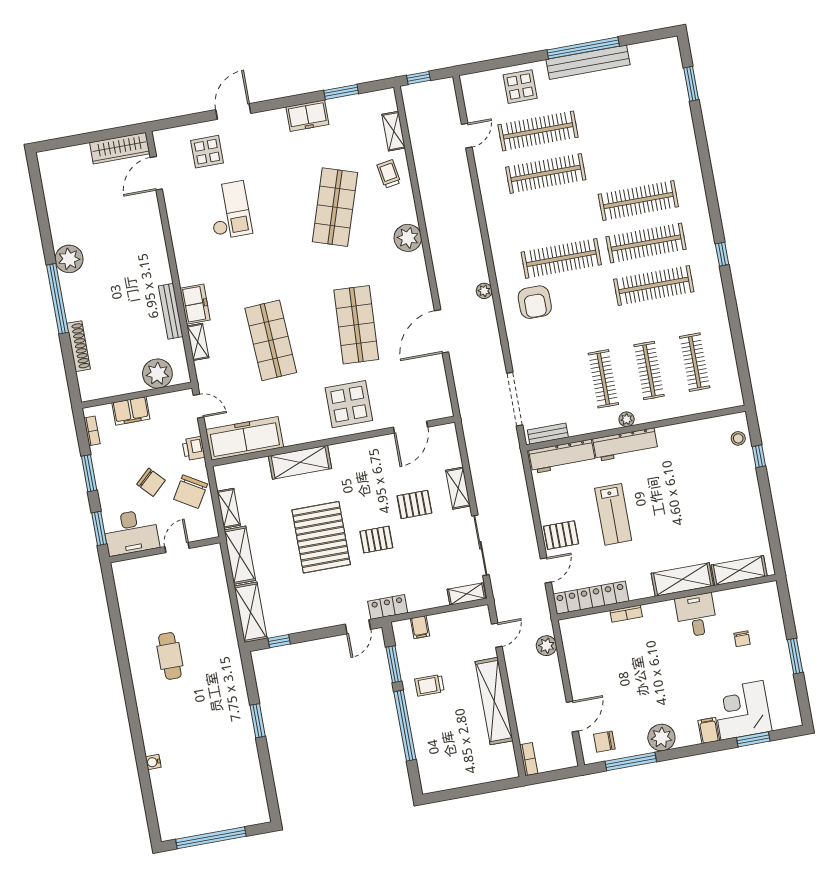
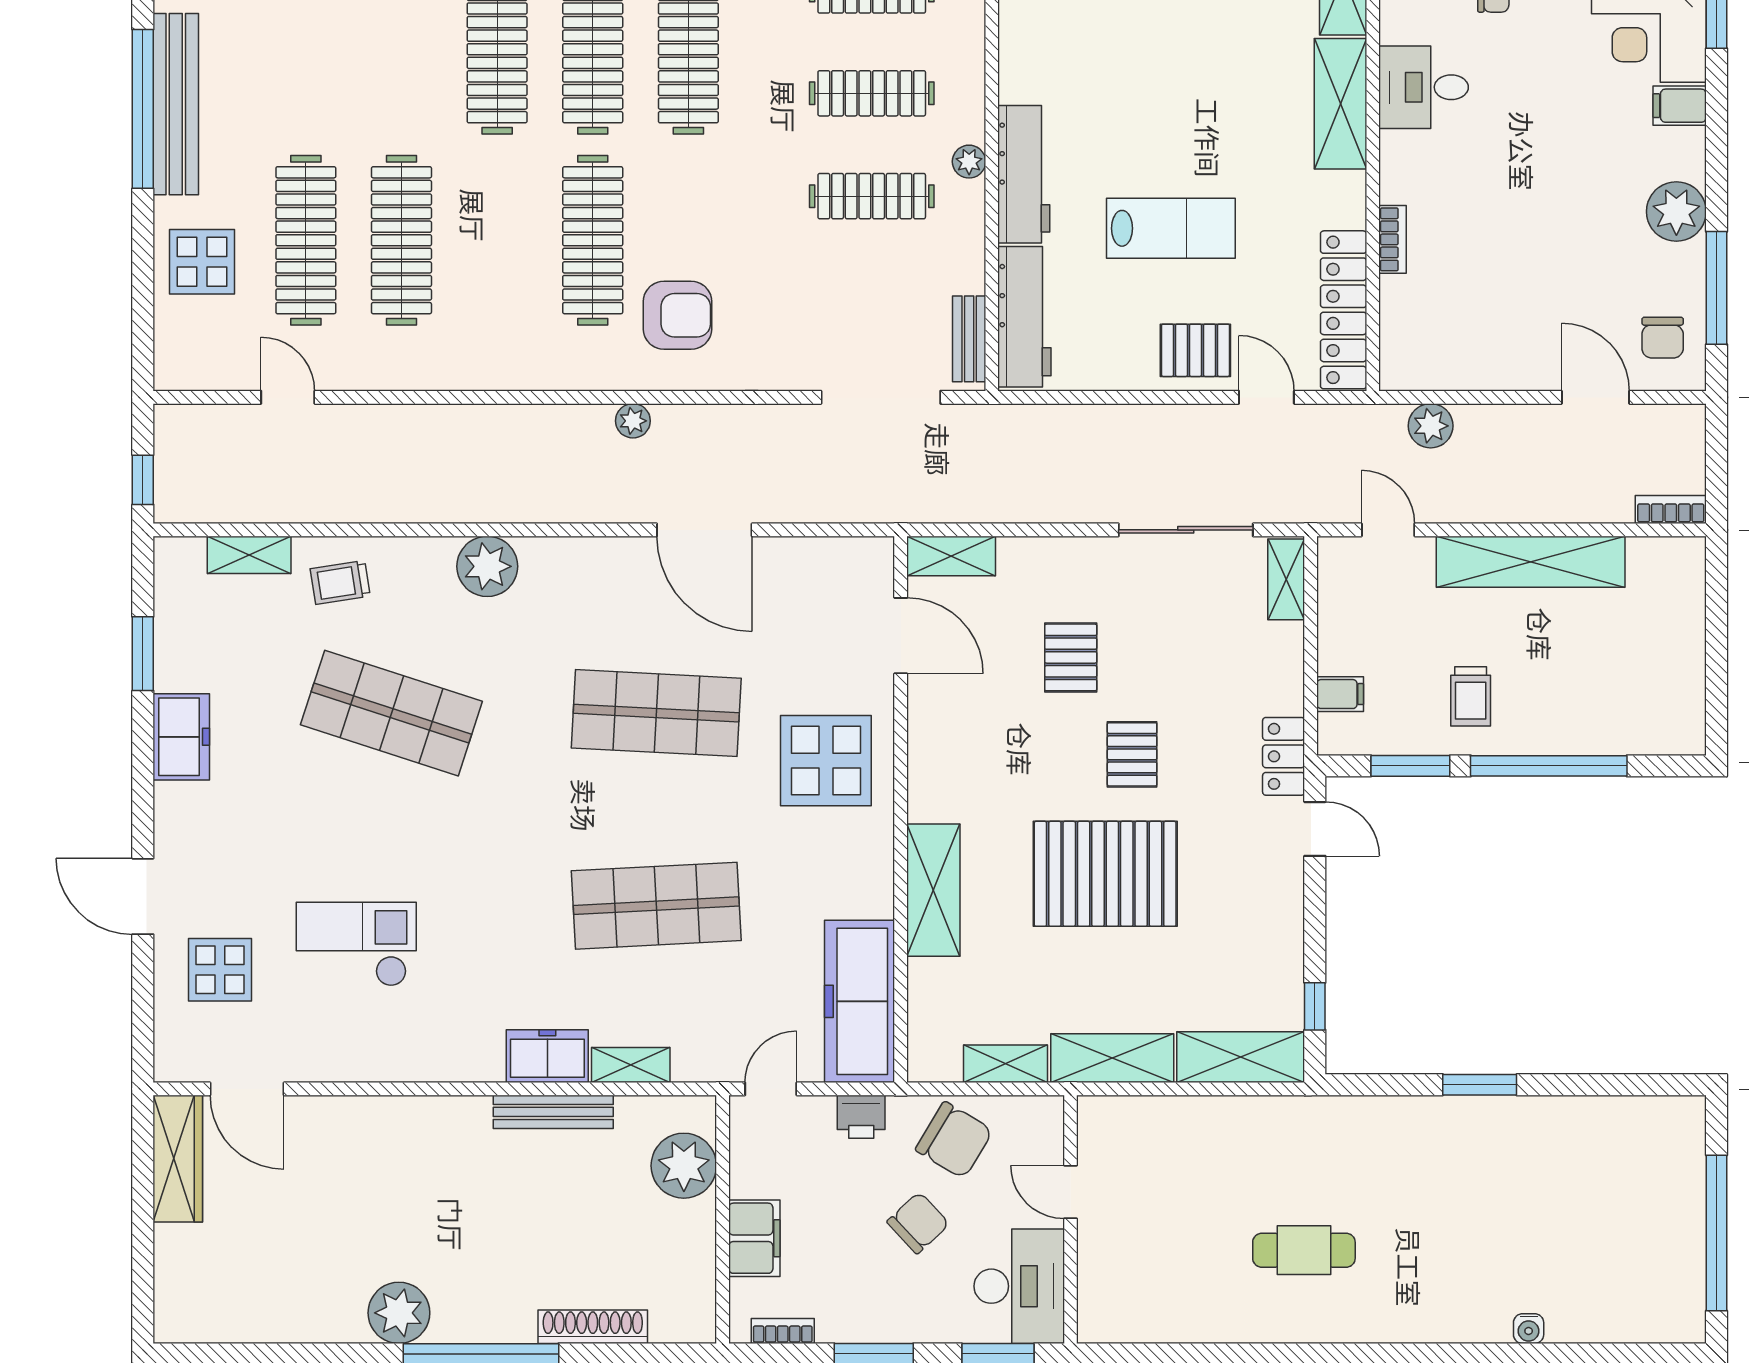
shelving: (458, 488) -> (951, 556), moved
pallet: (561, 535) -> (1195, 350), turned 90

